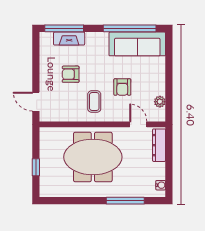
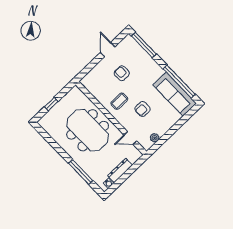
fireplace: (69, 39) -> (141, 53), removed
door: (36, 102) -> (108, 50), moved
door: (138, 124) -> (130, 138), swing flipped
dresser: (159, 145) -> (120, 170), moved

